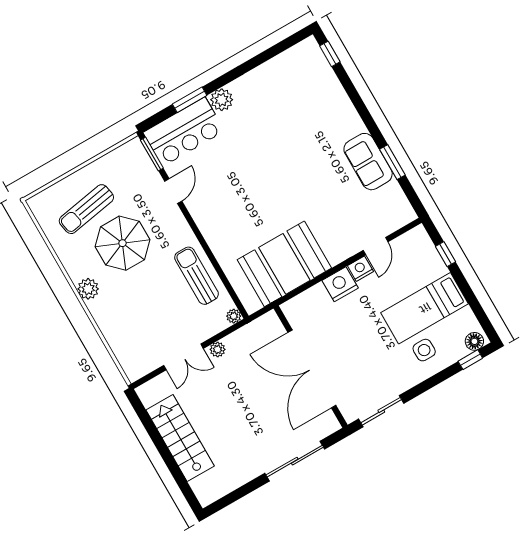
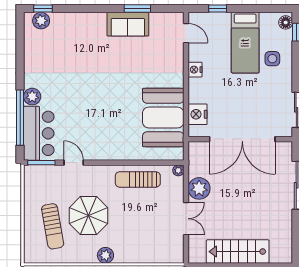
plant: (315, 60) -> (41, 21), added
window: (190, 100) -> (20, 118), width x2.11
door: (376, 246) -> (186, 33), moved
nightstand: (340, 284) -> (198, 114), moved
plant: (218, 349) -> (199, 188), width x1.88, depth x1.88

